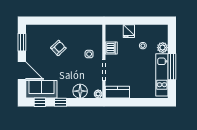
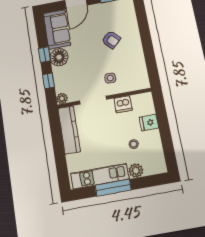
floor lamp: (80, 91) -> (59, 57), moved
kitchen counter: (117, 92) -> (69, 130), width x1.50
window: (40, 102) -> (48, 81), moved

